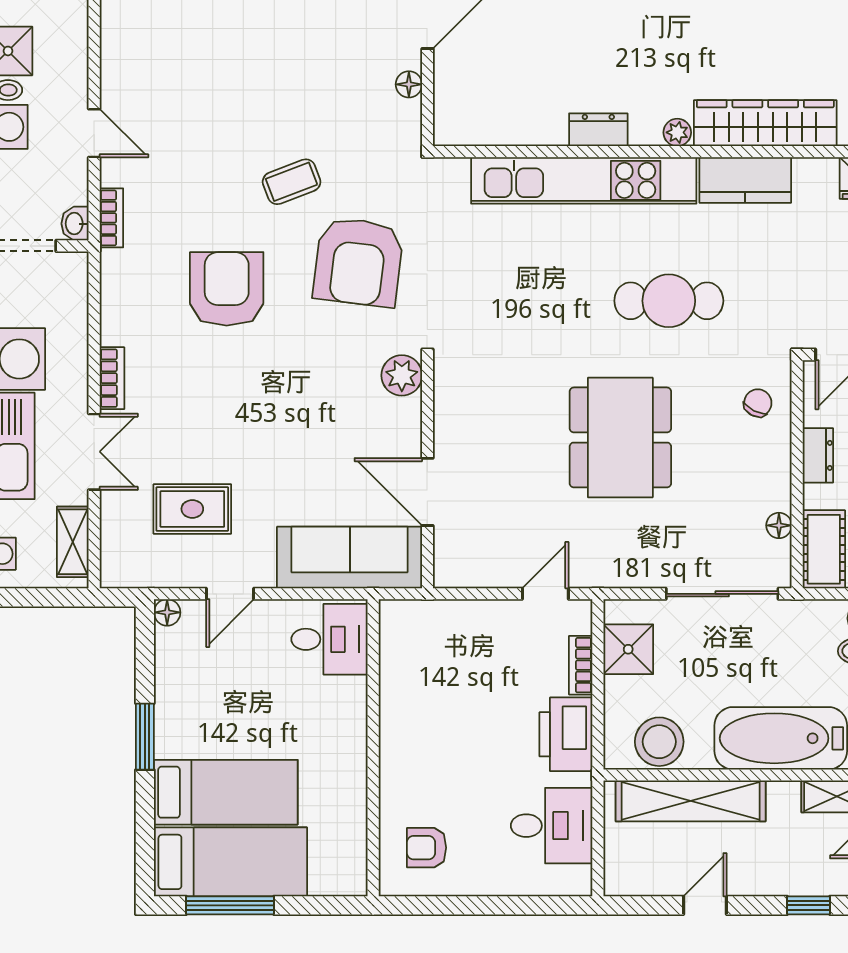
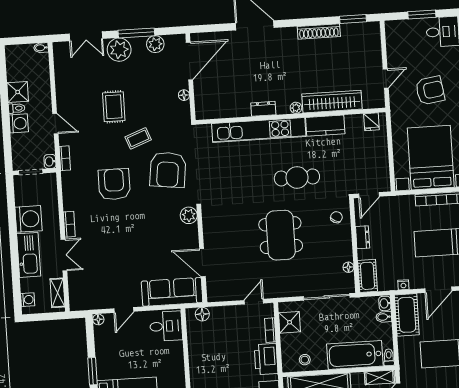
rug: (192, 509) -> (114, 107), moved, turned 90
floor lamp: (419, 616) -> (202, 314), added
stool: (659, 742) -> (305, 360), width x0.53, depth x0.53

